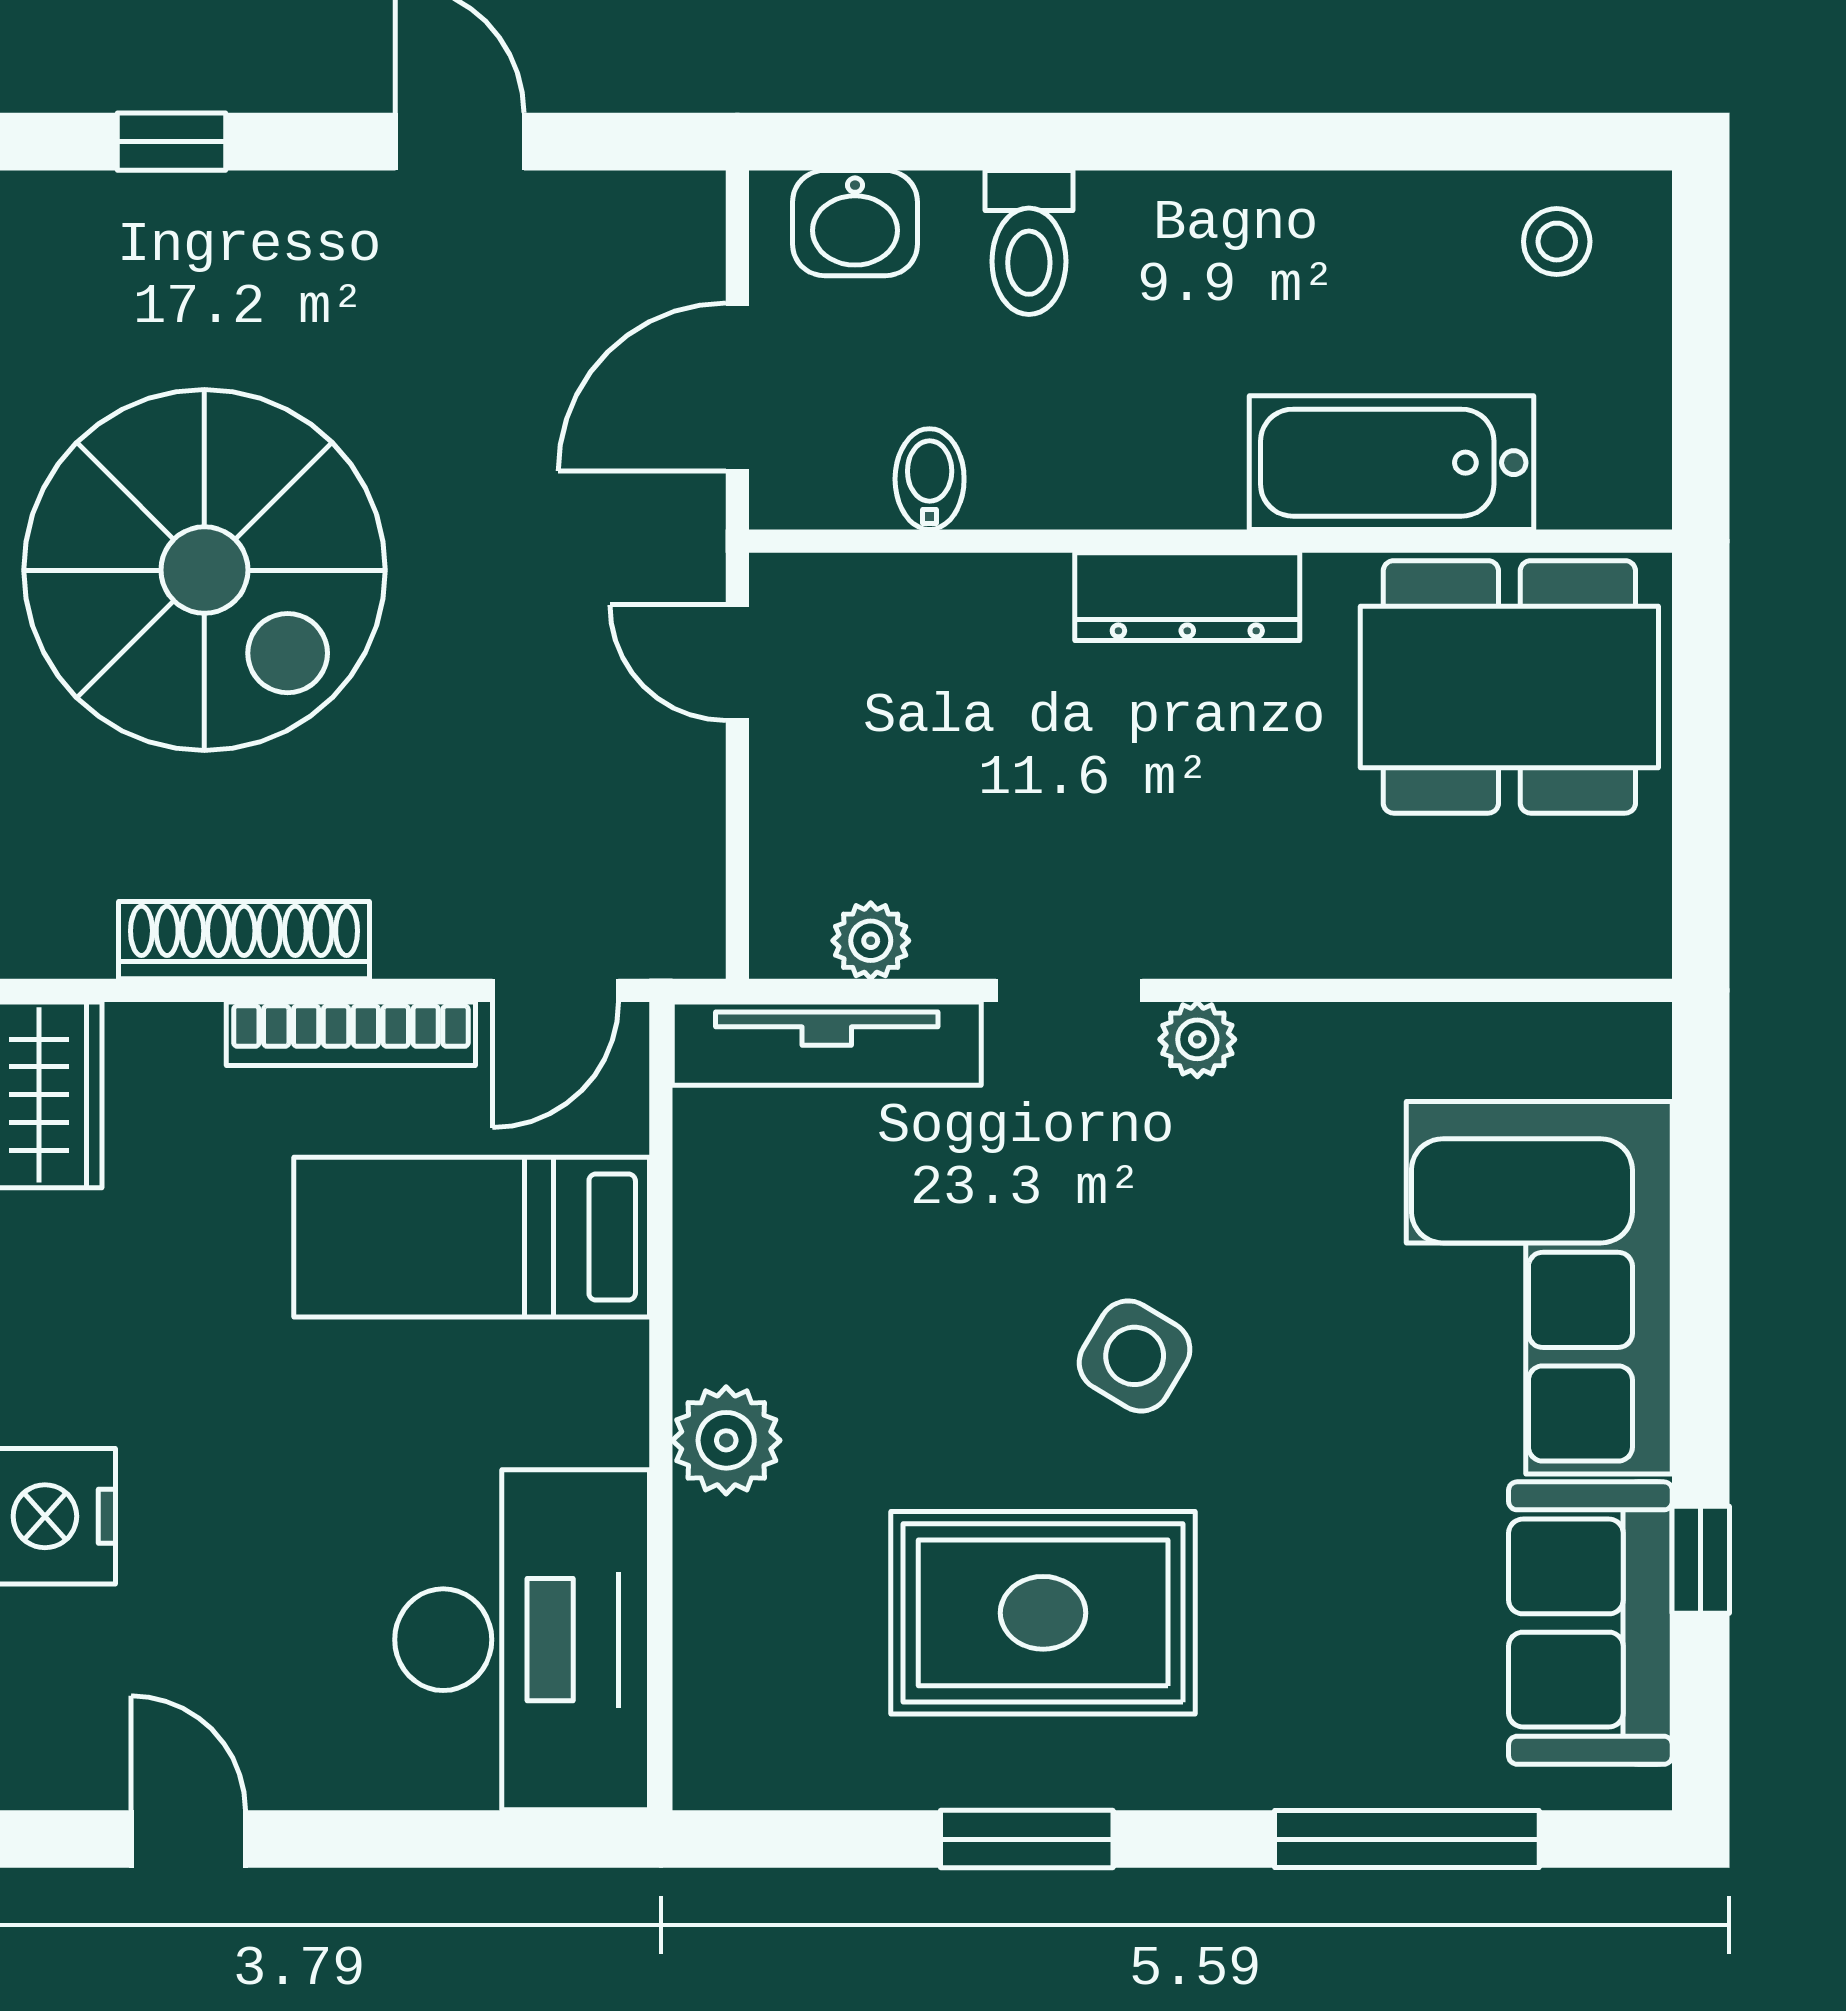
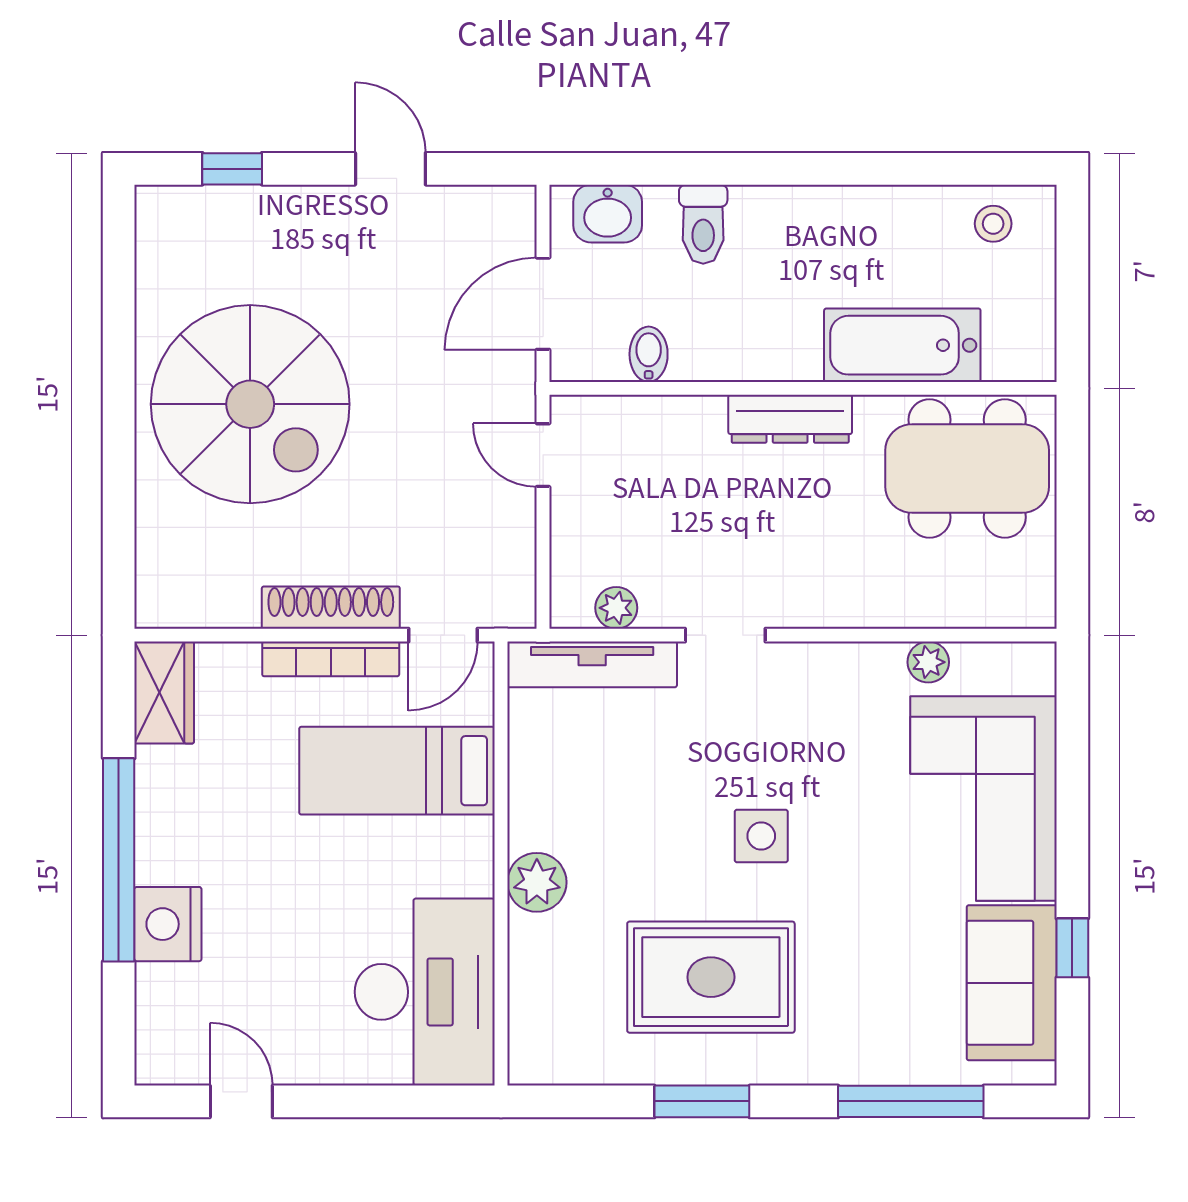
shoe rack: (244, 940) -> (331, 608), moved
plant: (1197, 1039) -> (928, 662), moved
side table: (1135, 1356) -> (761, 836), turned -31

